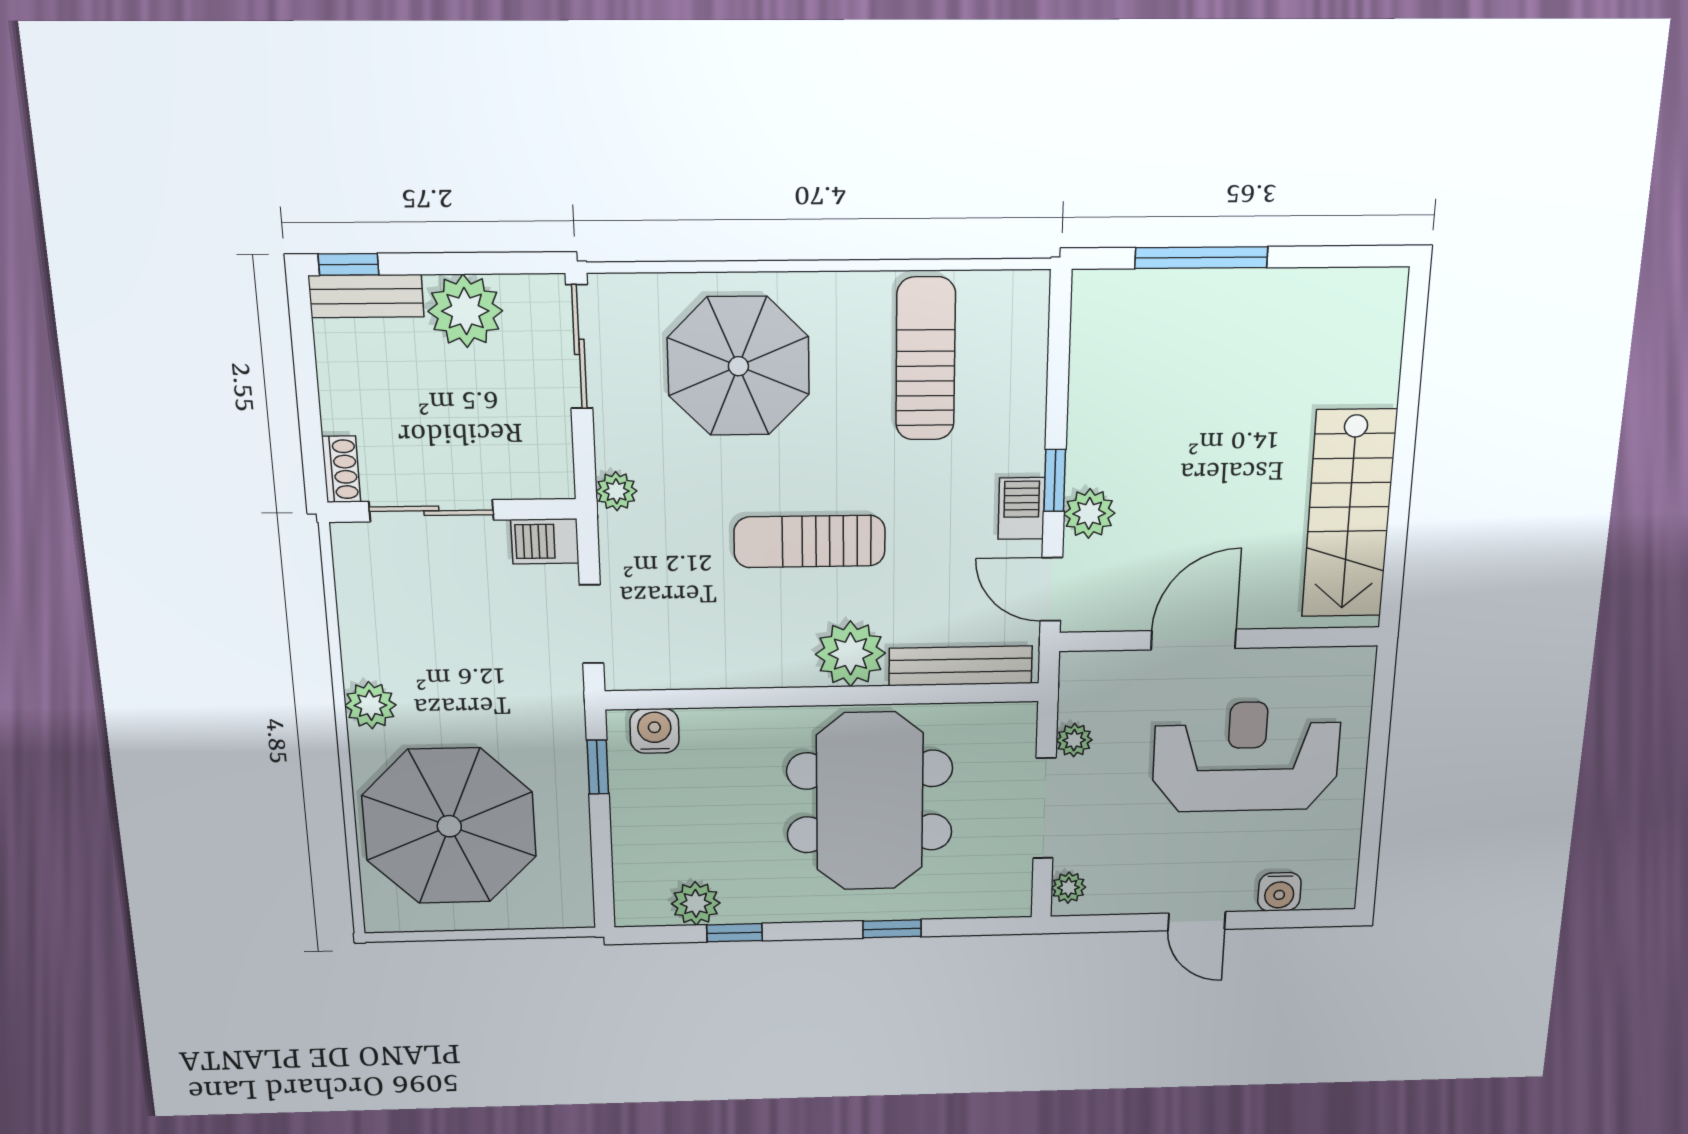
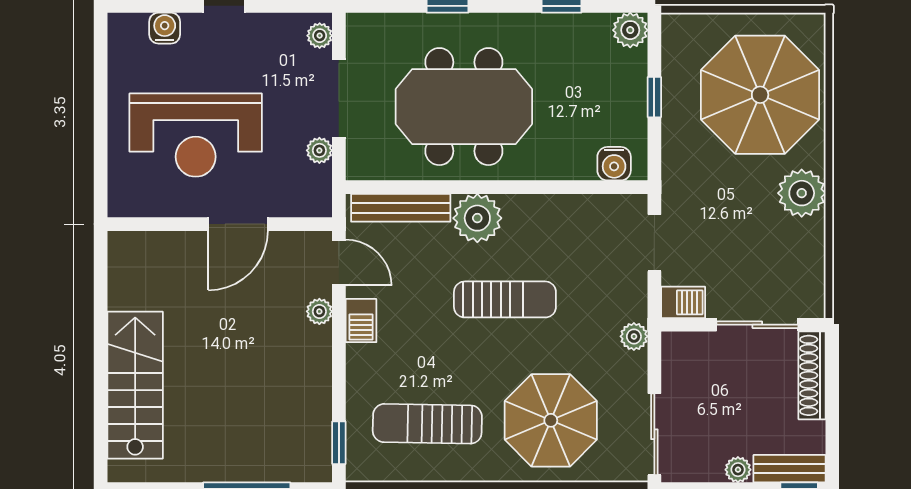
plant: (465, 311) -> (738, 470), width x0.53, depth x0.53
sun lounger: (926, 359) -> (427, 424), turned 91
shoe rack: (341, 469) -> (812, 375), width x1.94, depth x1.24
window: (1055, 480) -> (339, 443), moved
plant: (1089, 514) -> (319, 311), width x0.73, depth x0.73
stairs: (1349, 514) -> (135, 385), moved
plant: (370, 705) -> (802, 193), width x1.36, depth x1.36
window: (598, 767) -> (654, 97), moved
meeting table: (870, 802) -> (464, 107), turned 90
plant: (696, 903) -> (630, 30), moved

